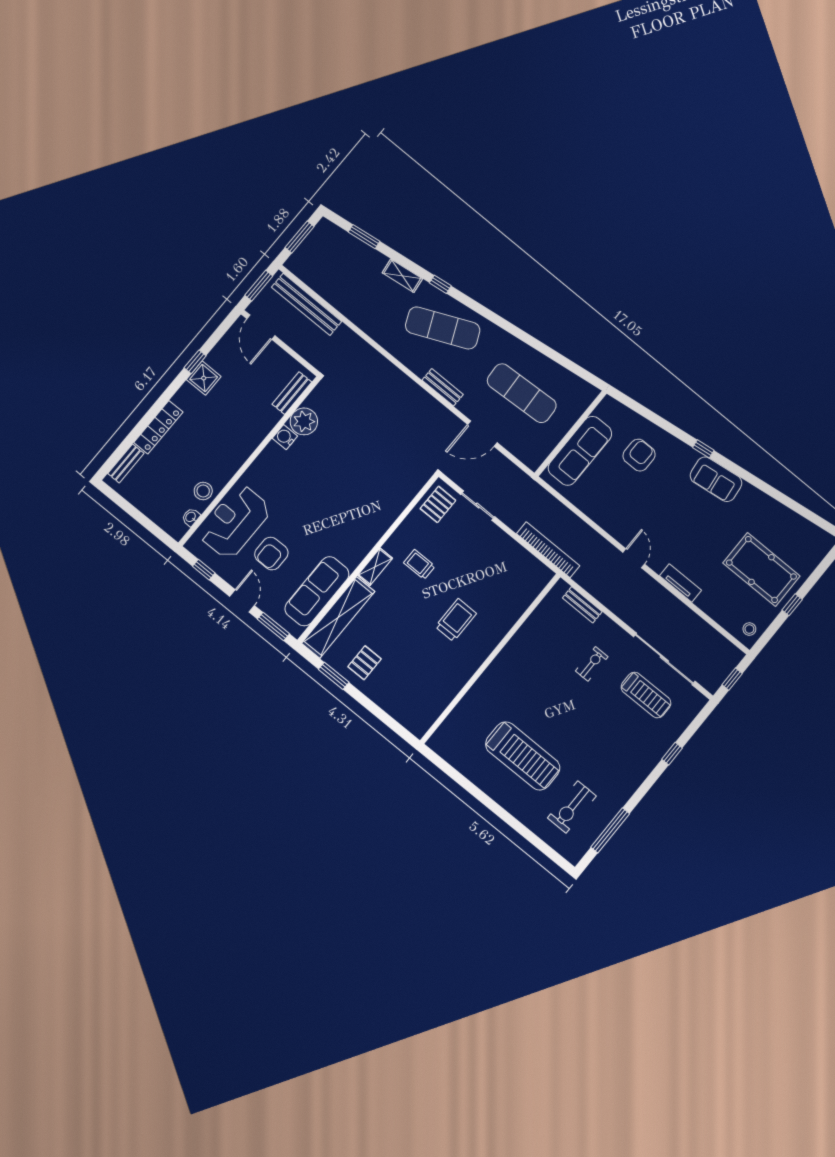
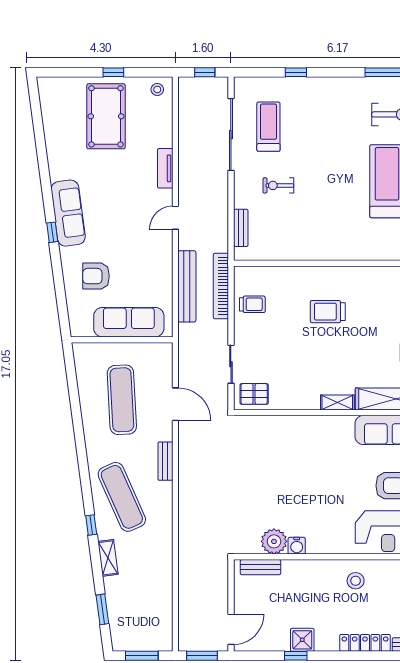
bench: (307, 304) -> (187, 286), moved
sofa: (716, 479) -> (68, 213), width x1.36
stool: (203, 491) -> (356, 581), moved
trolley: (419, 564) -> (252, 304), moved, turned -90

